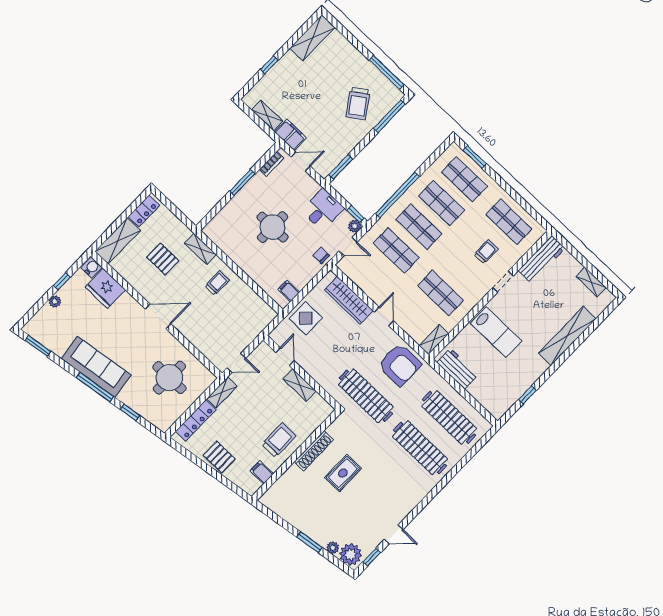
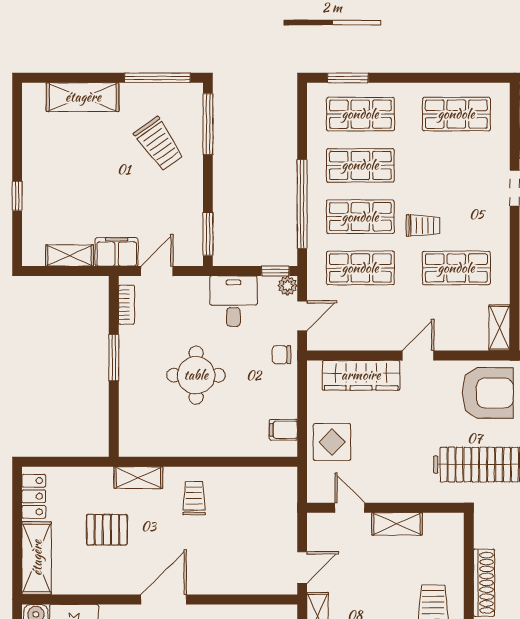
shelving: (312, 38) -> (83, 97), moved, turned 90
trolley: (486, 252) -> (423, 225), moved, turned 90
door: (384, 316) -> (418, 356), hinge flipped

